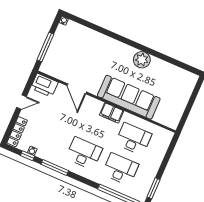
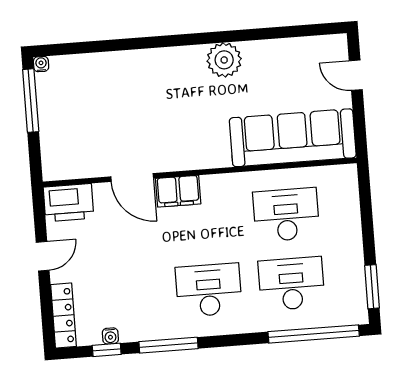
window: (45, 47) -> (31, 101), moved
door: (194, 96) -> (356, 75), added
sofa: (129, 97) -> (293, 138), moved
filing cabinet: (112, 113) -> (178, 191), moved

